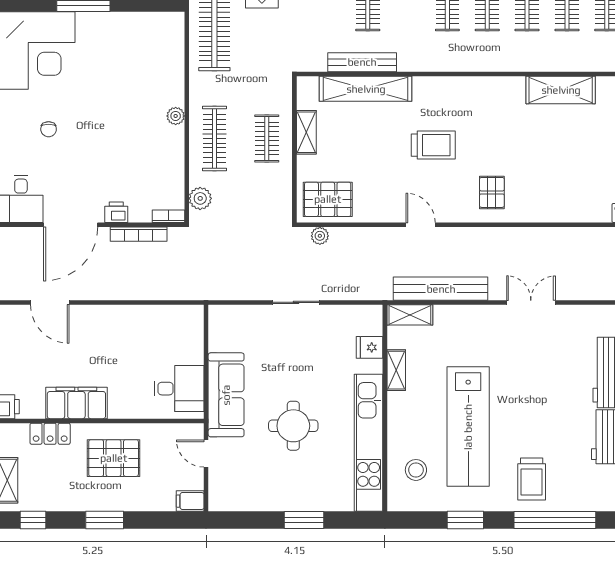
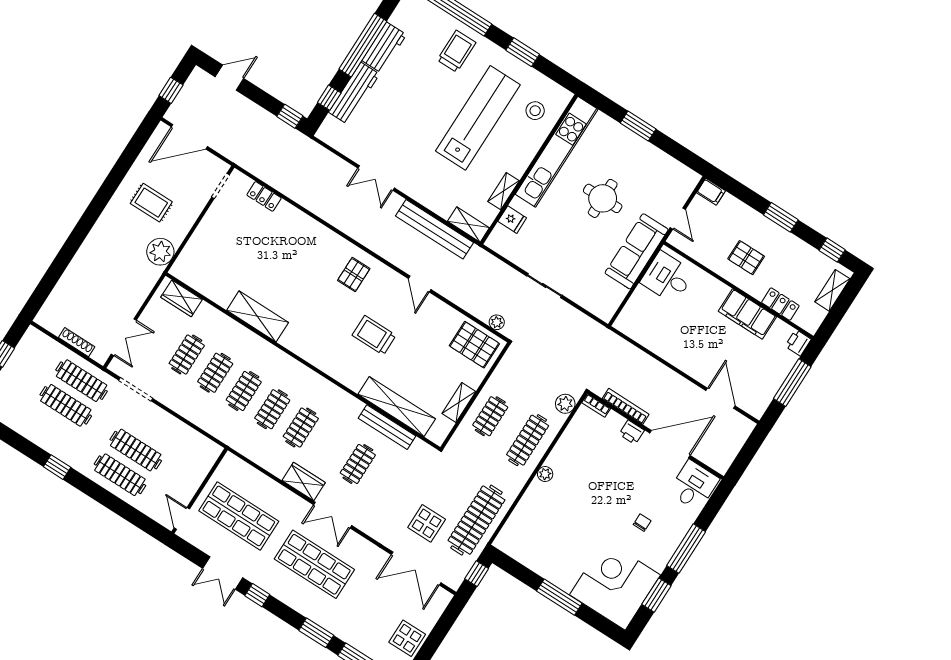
pallet: (114, 458) -> (746, 258), width x0.67, depth x0.71

